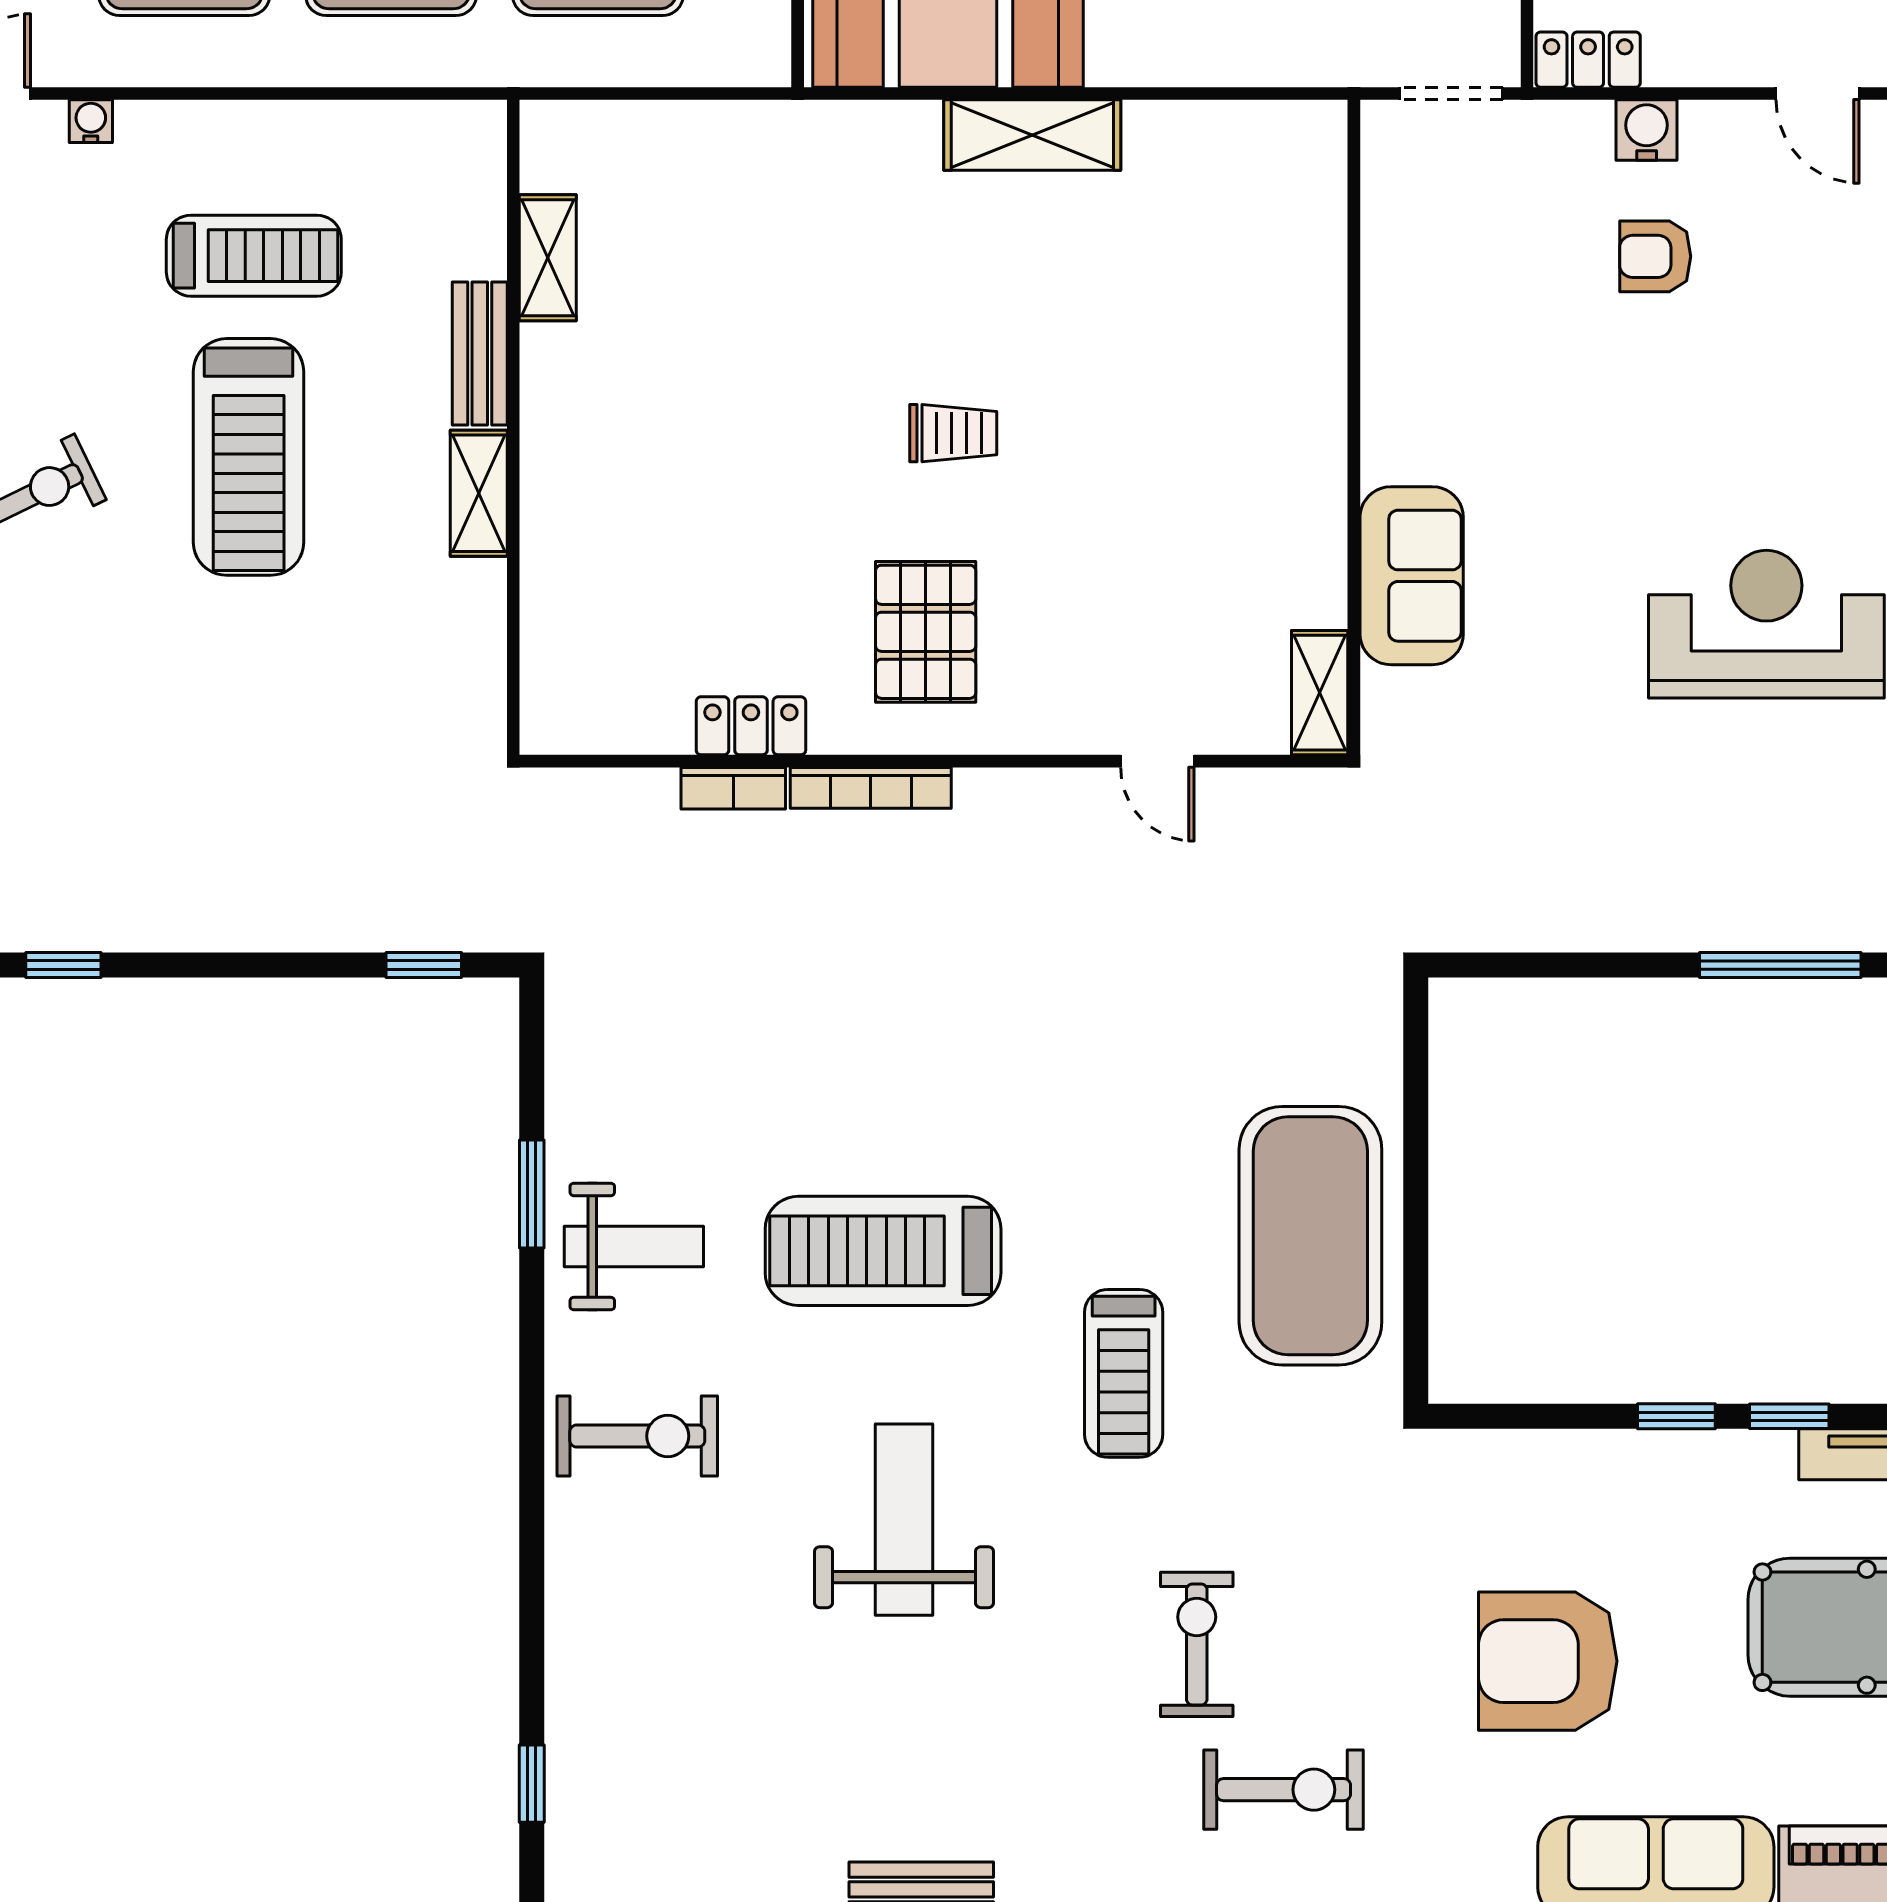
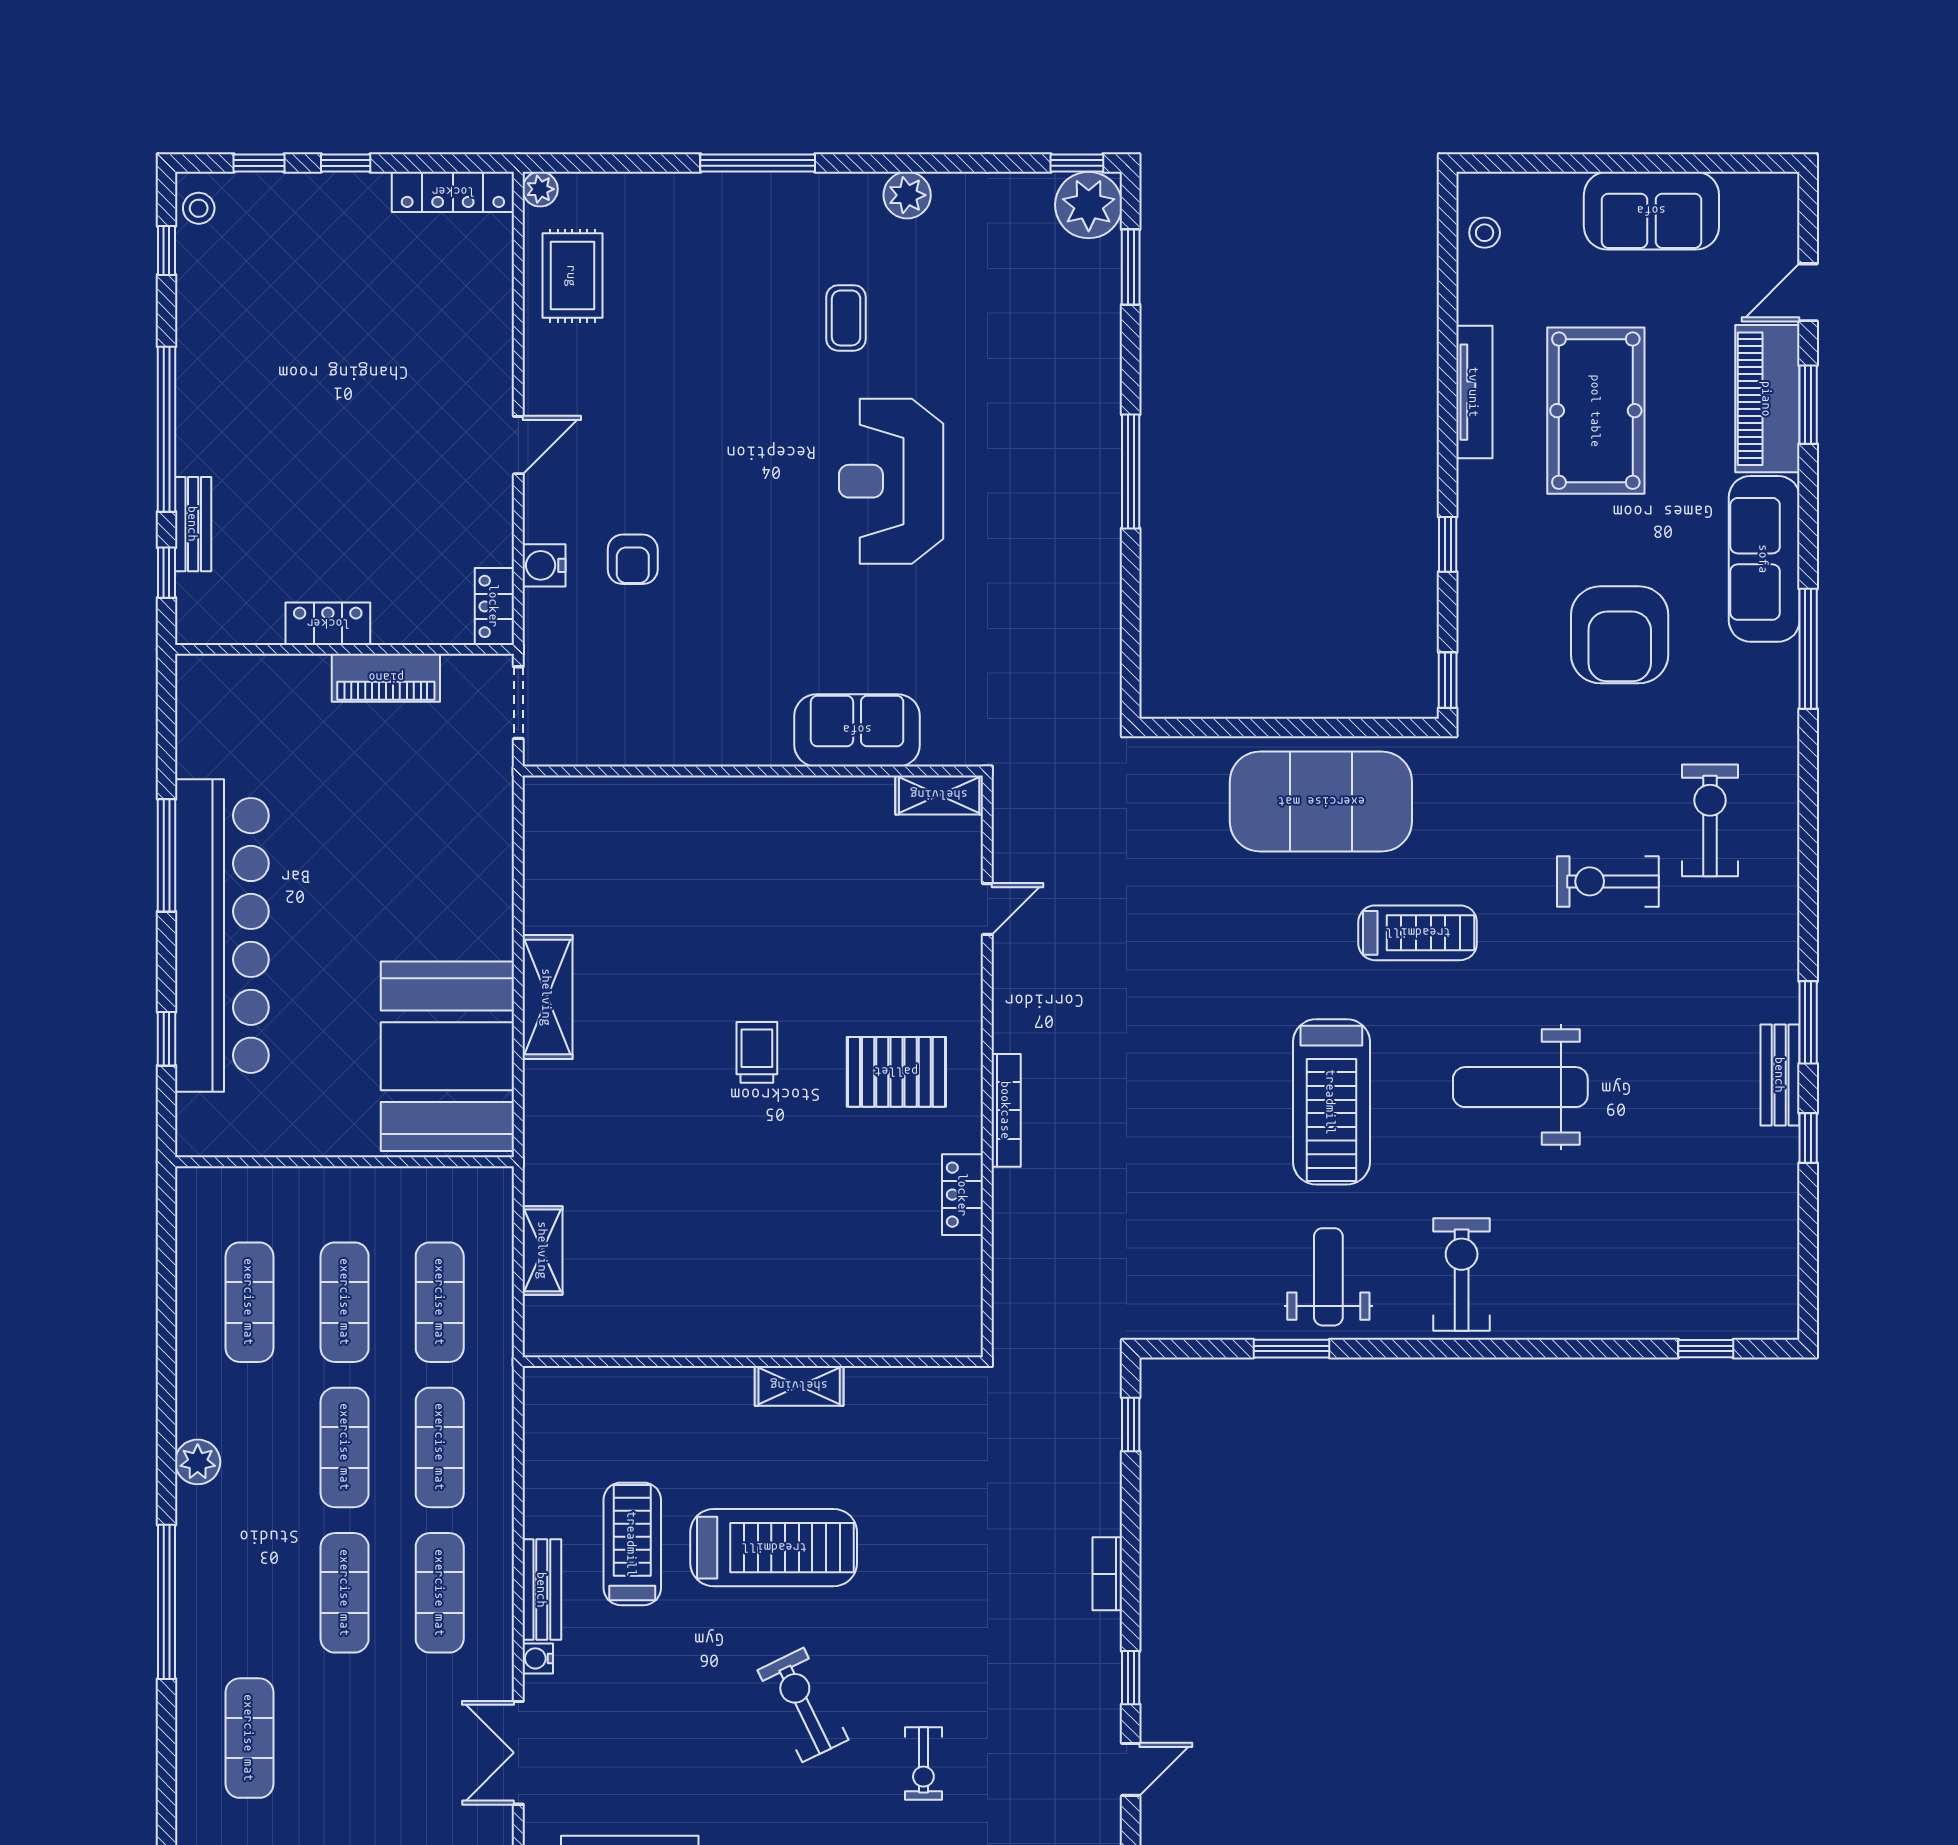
shelving: (548, 258) -> (543, 1250), moved, turned 90
bench: (480, 354) -> (542, 1590), moved, turned 90
bookcase: (733, 788) -> (1107, 1574), moved, turned 180
window: (1789, 1416) -> (1448, 680), moved

